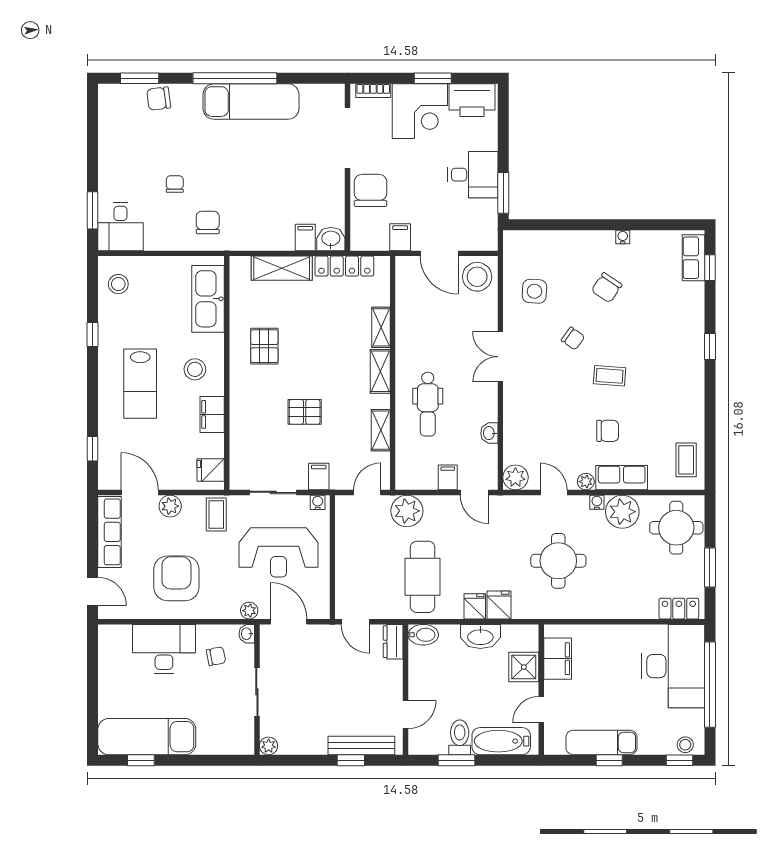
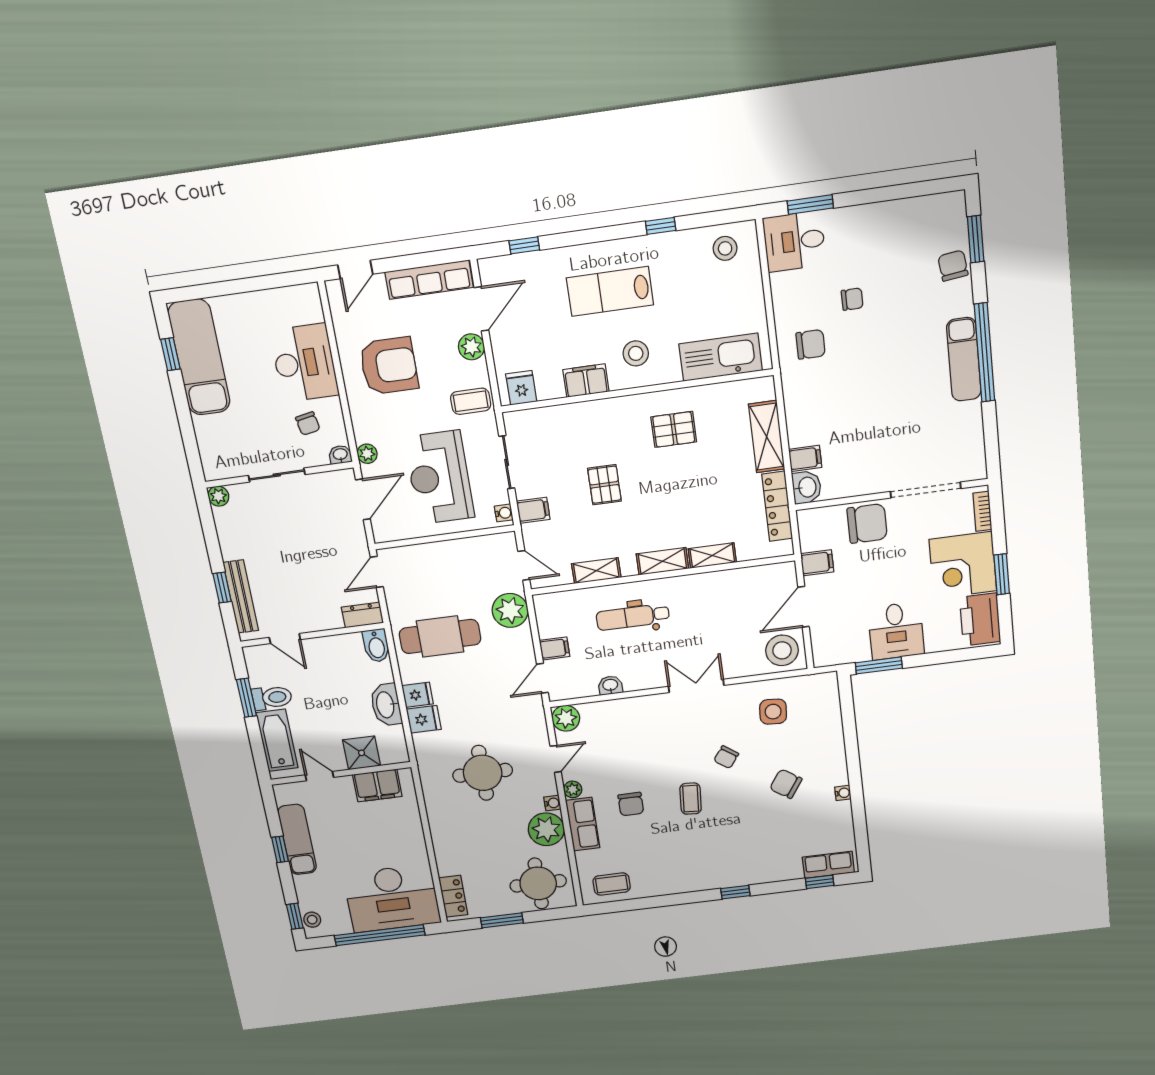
exam couch: (251, 102) -> (964, 359), width x0.73, depth x0.69

